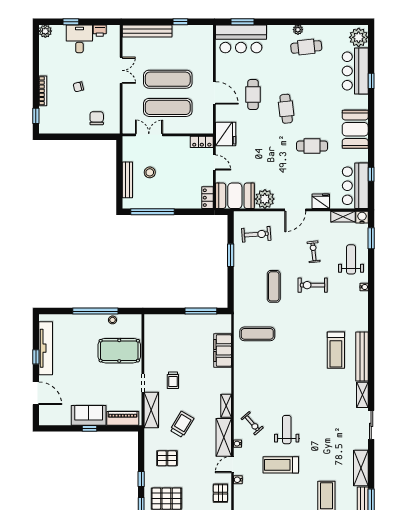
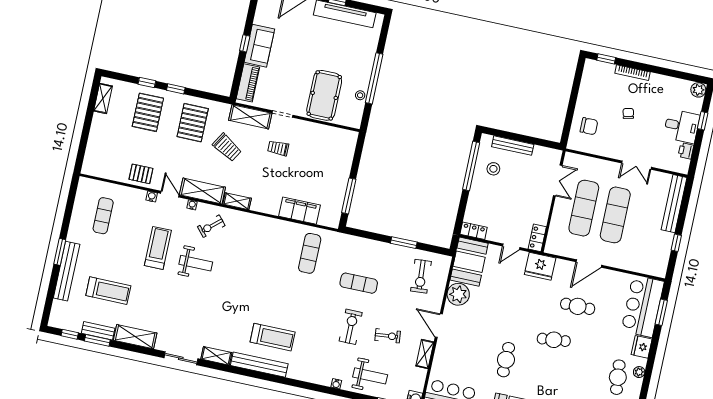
stool: (150, 172) -> (493, 169), moved
fridge: (321, 201) -> (642, 347), moved, turned 180
shelving: (343, 217) -> (425, 354), moved
treadmill: (336, 350) -> (273, 337), turned 180
pallet: (167, 458) -> (193, 123), width x1.50, depth x1.42

